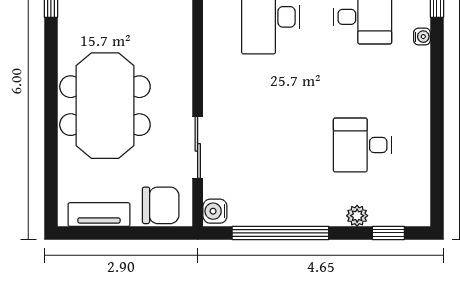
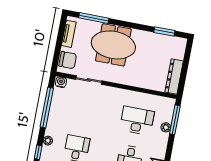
window: (51, 163) -> (94, 18), added
chair: (161, 205) -> (68, 60), turned -90

